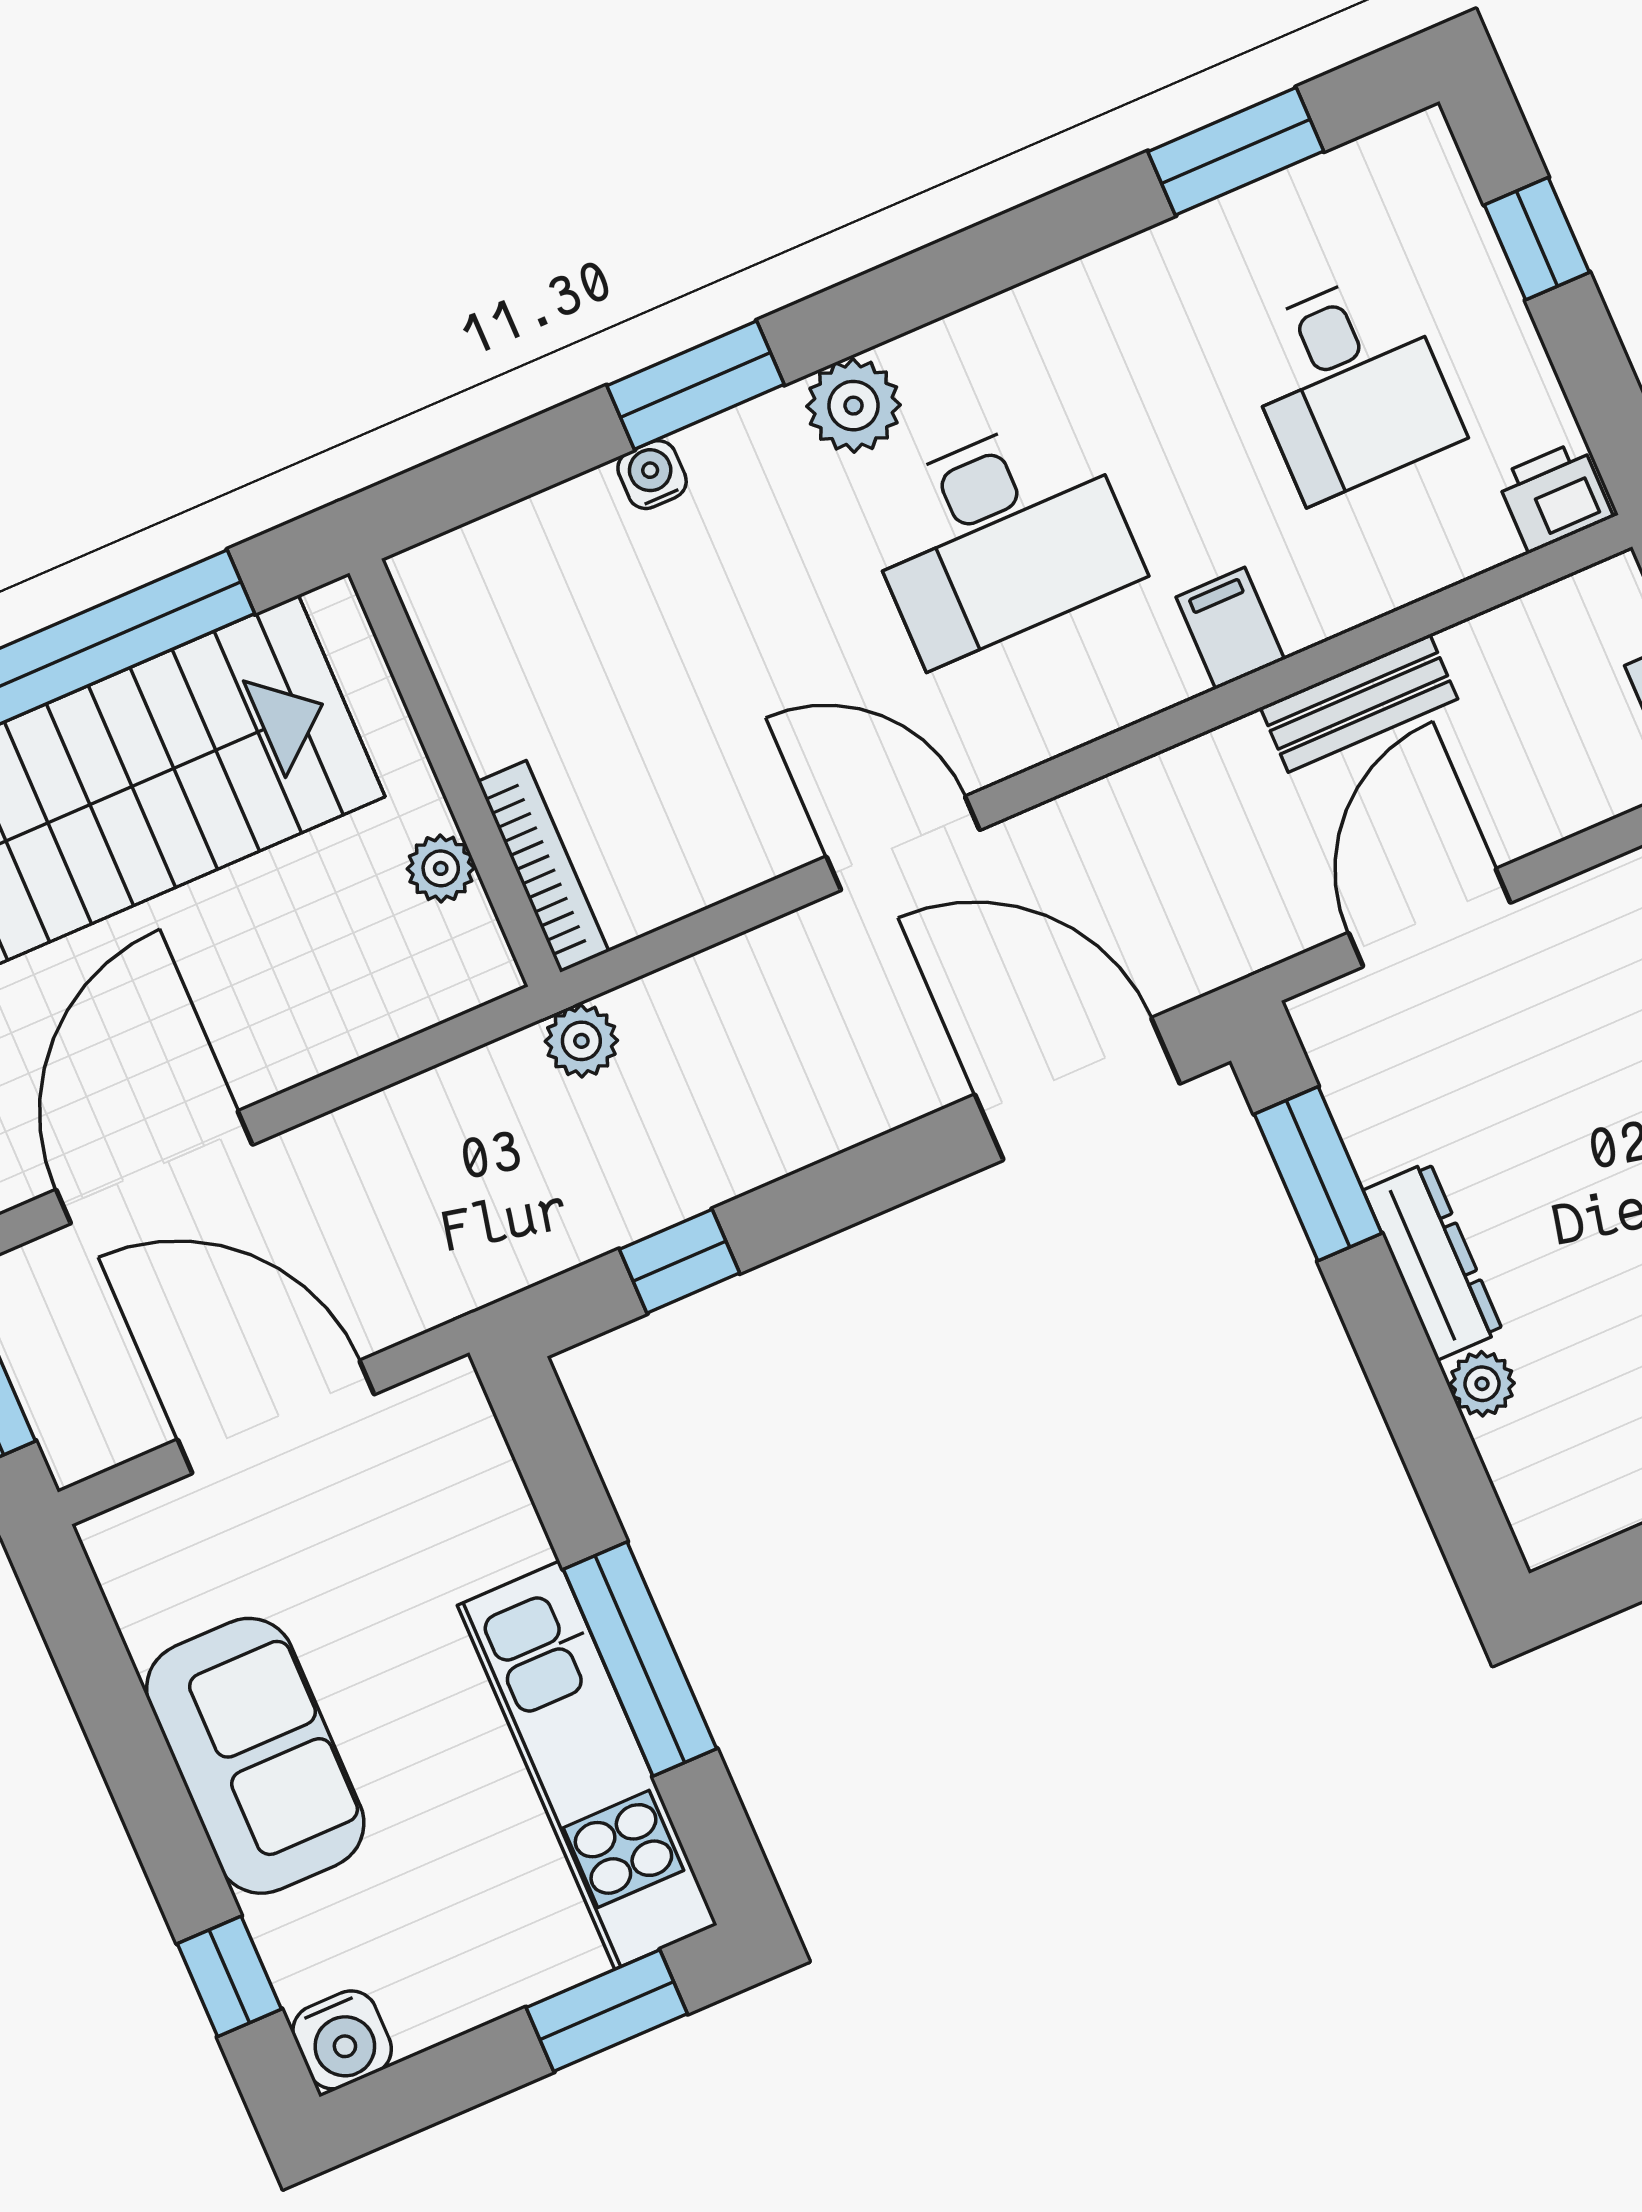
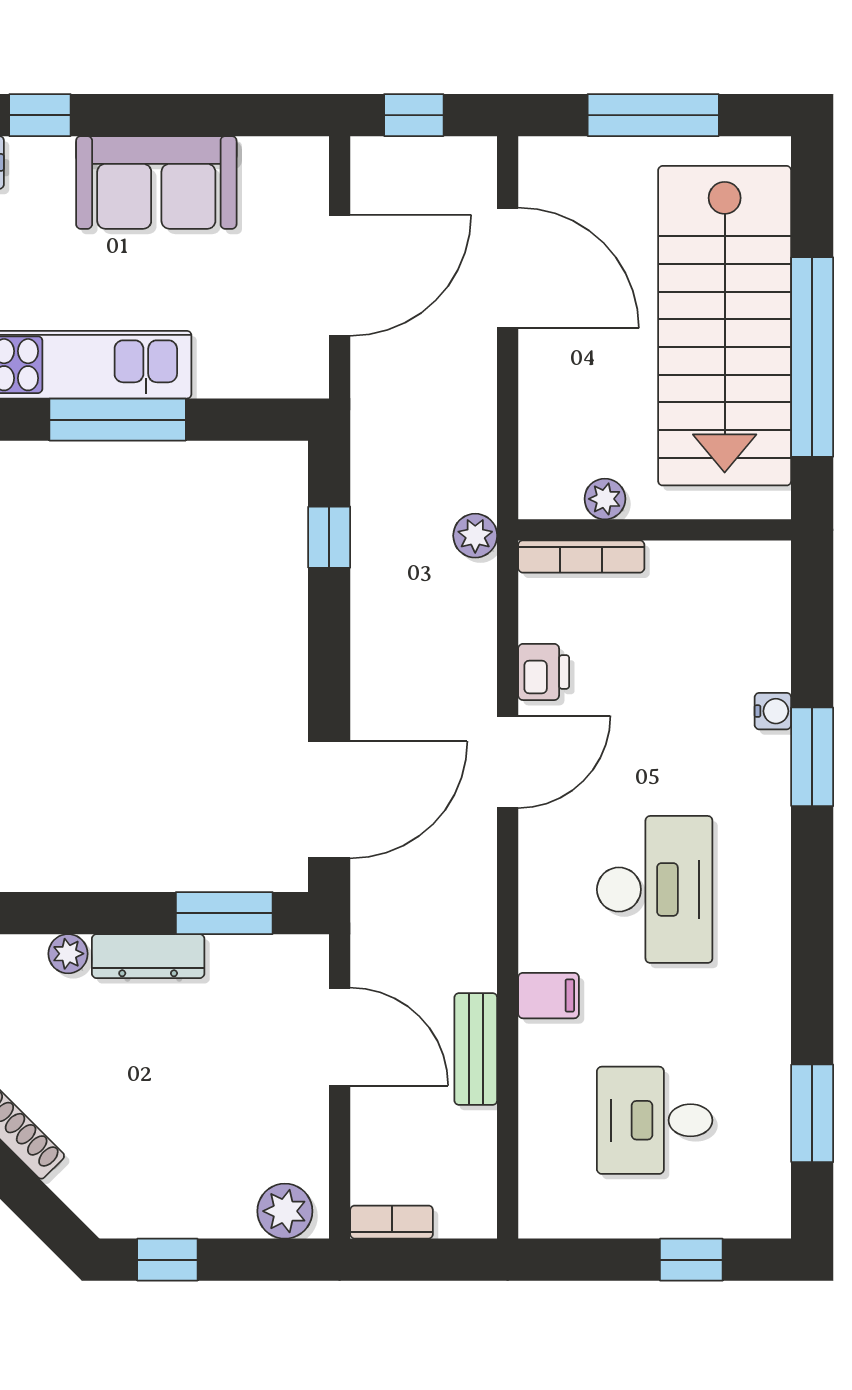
plant: (854, 406) -> (763, 840), removed
printer: (1554, 497) -> (544, 672), moved
desk: (1000, 537) -> (655, 889), turned 180

